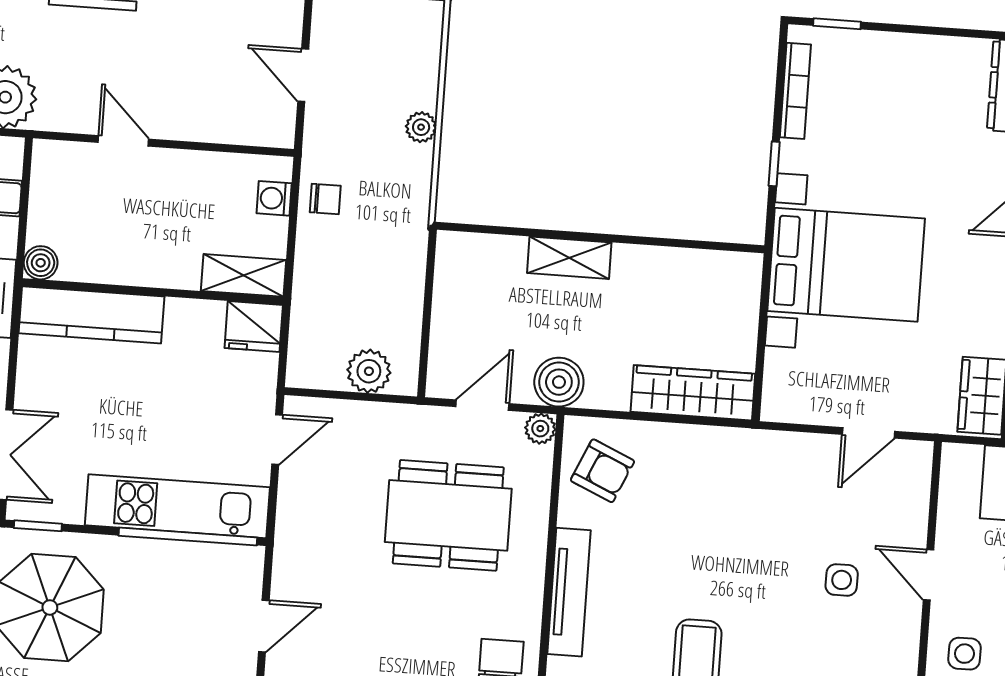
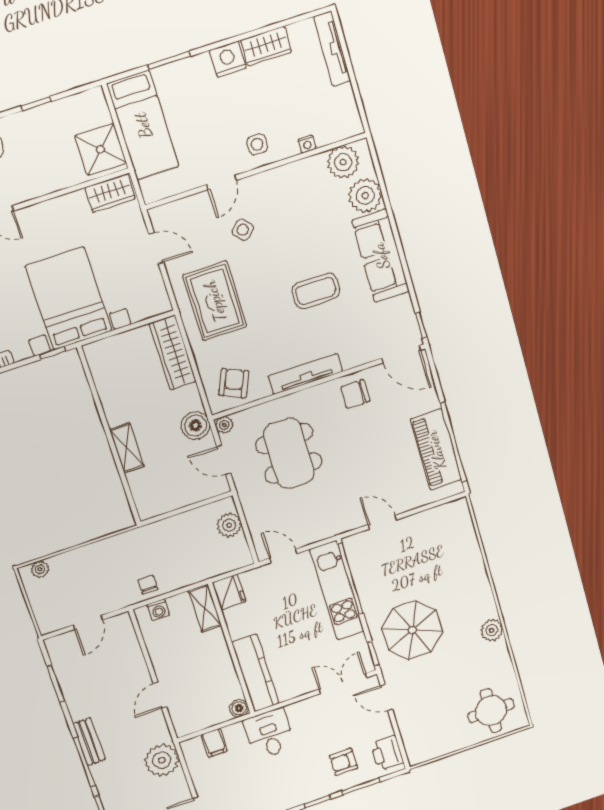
plant: (421, 127) -> (40, 569), moved
window: (774, 164) -> (52, 353), moved
rug: (748, 492) -> (215, 301), added
side table: (842, 580) -> (243, 230), turned 45

